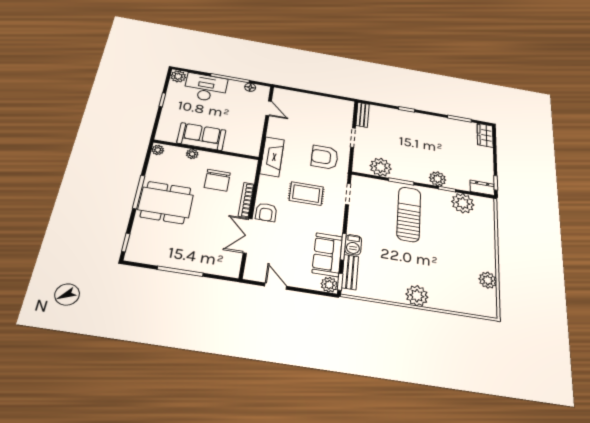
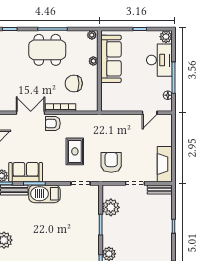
sofa: (201, 137) -> (111, 59), width x1.36
fireplace: (272, 157) -> (165, 164), moved, turned 90
dining table: (166, 202) -> (47, 50), turned 90
sun lounger: (409, 214) -> (72, 232), removed
barbecue: (353, 245) -> (44, 194), width x1.88, depth x1.53

